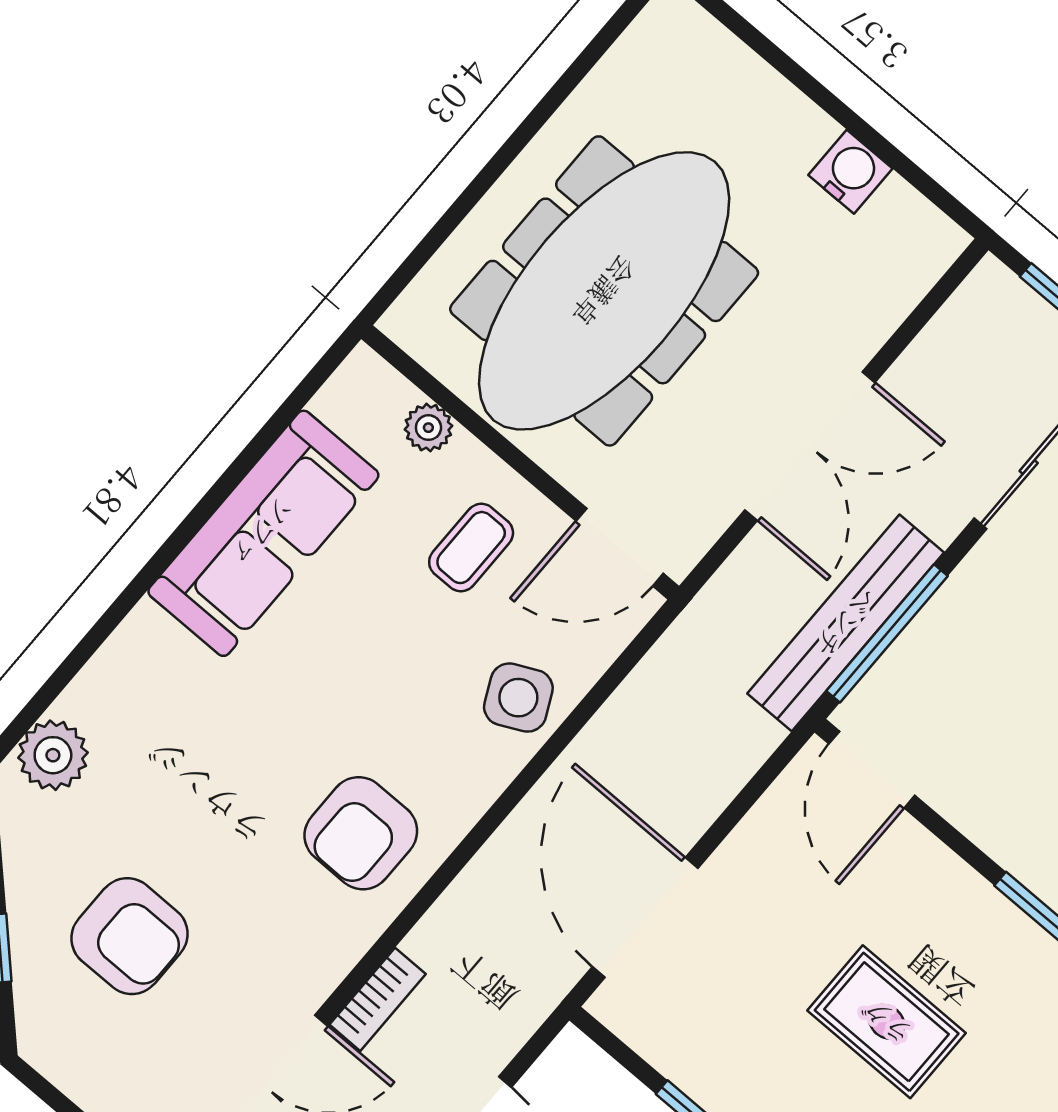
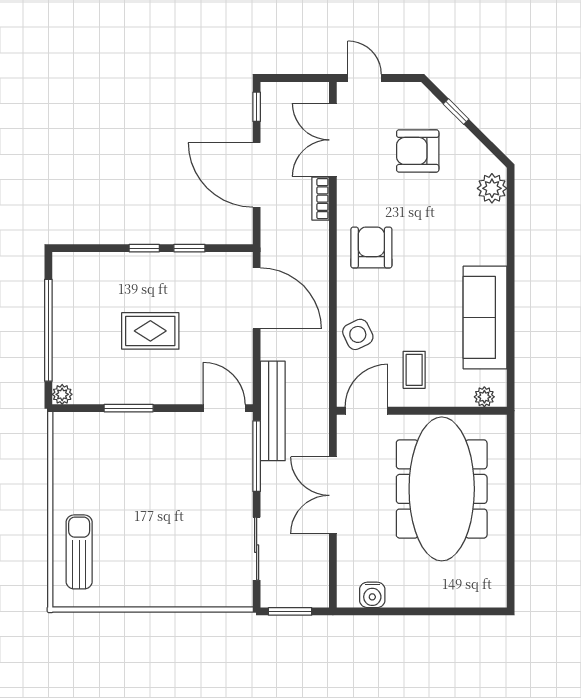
water cooler: (850, 172) -> (372, 595), moved
plant: (428, 428) -> (484, 397), moved
bench: (846, 623) -> (273, 411), moved

